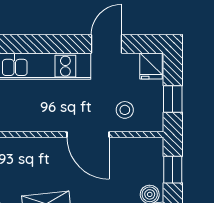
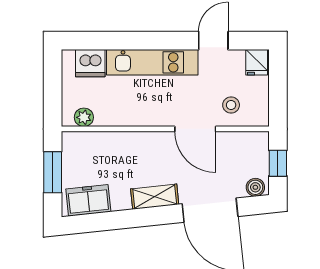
window: (173, 99) -> (278, 94), removed

